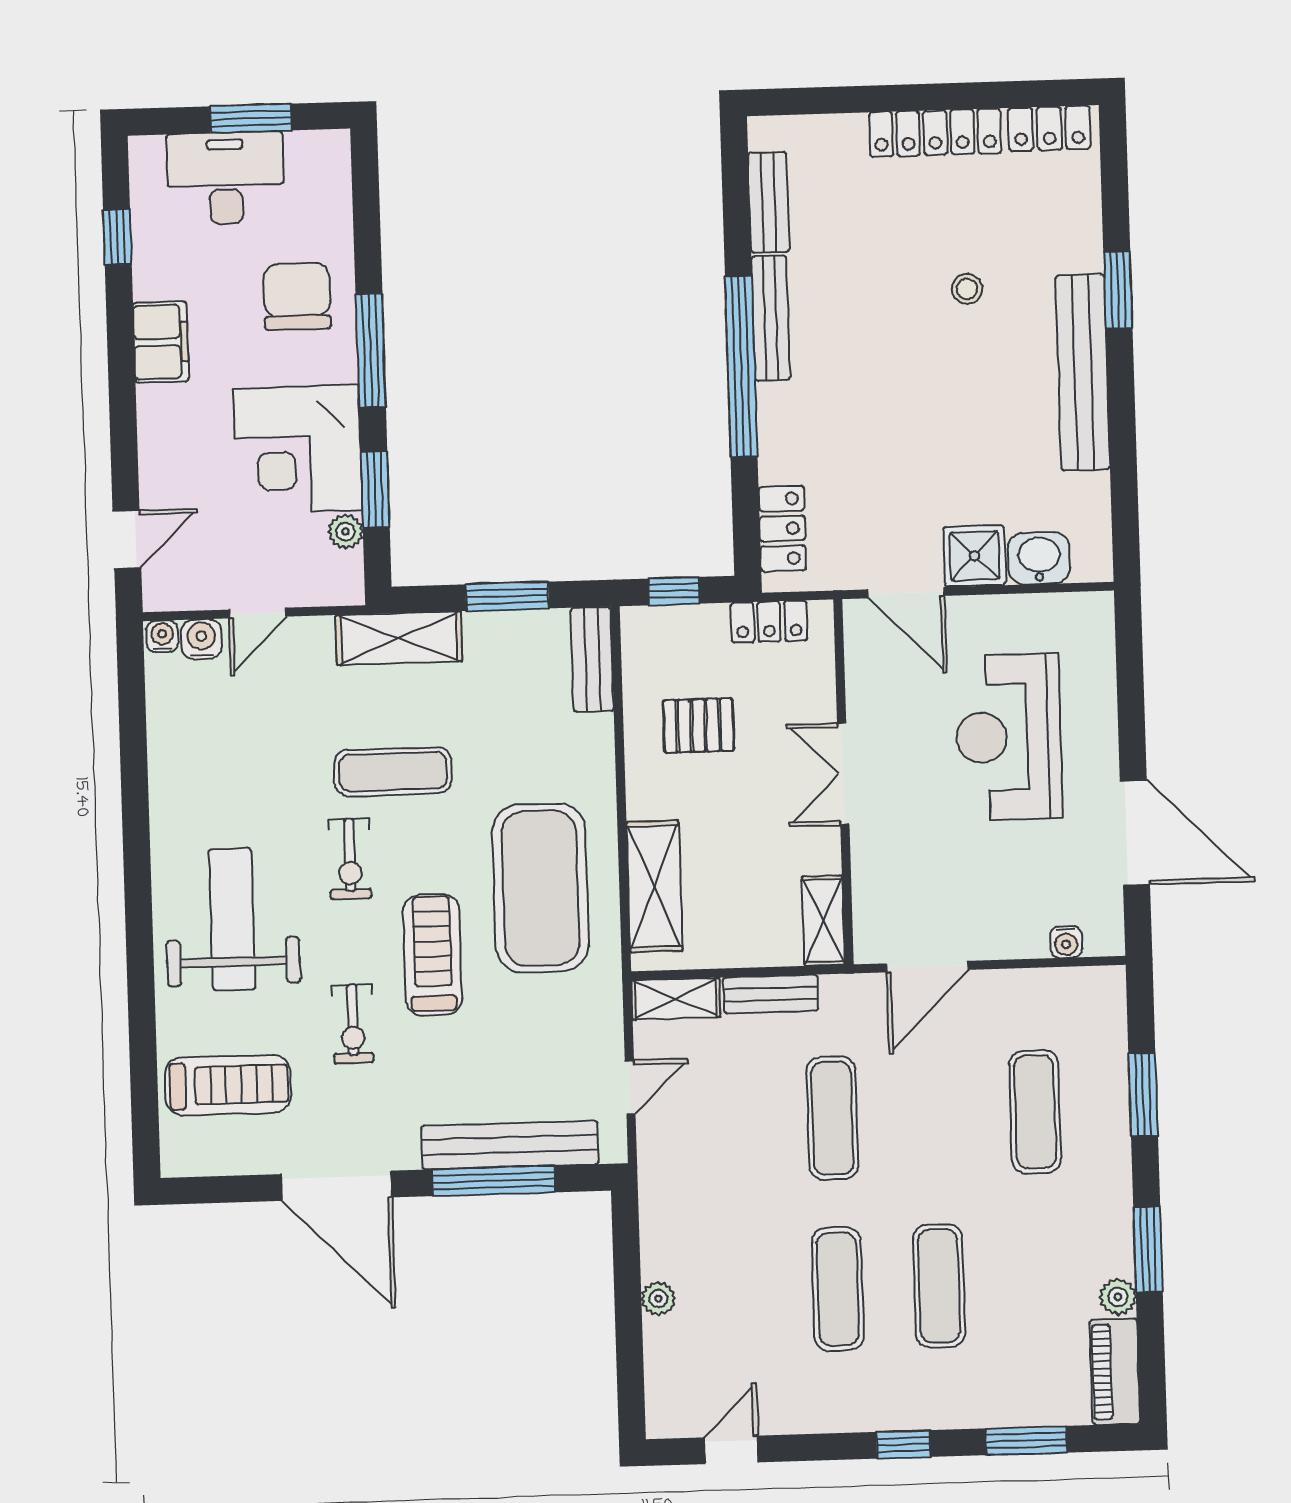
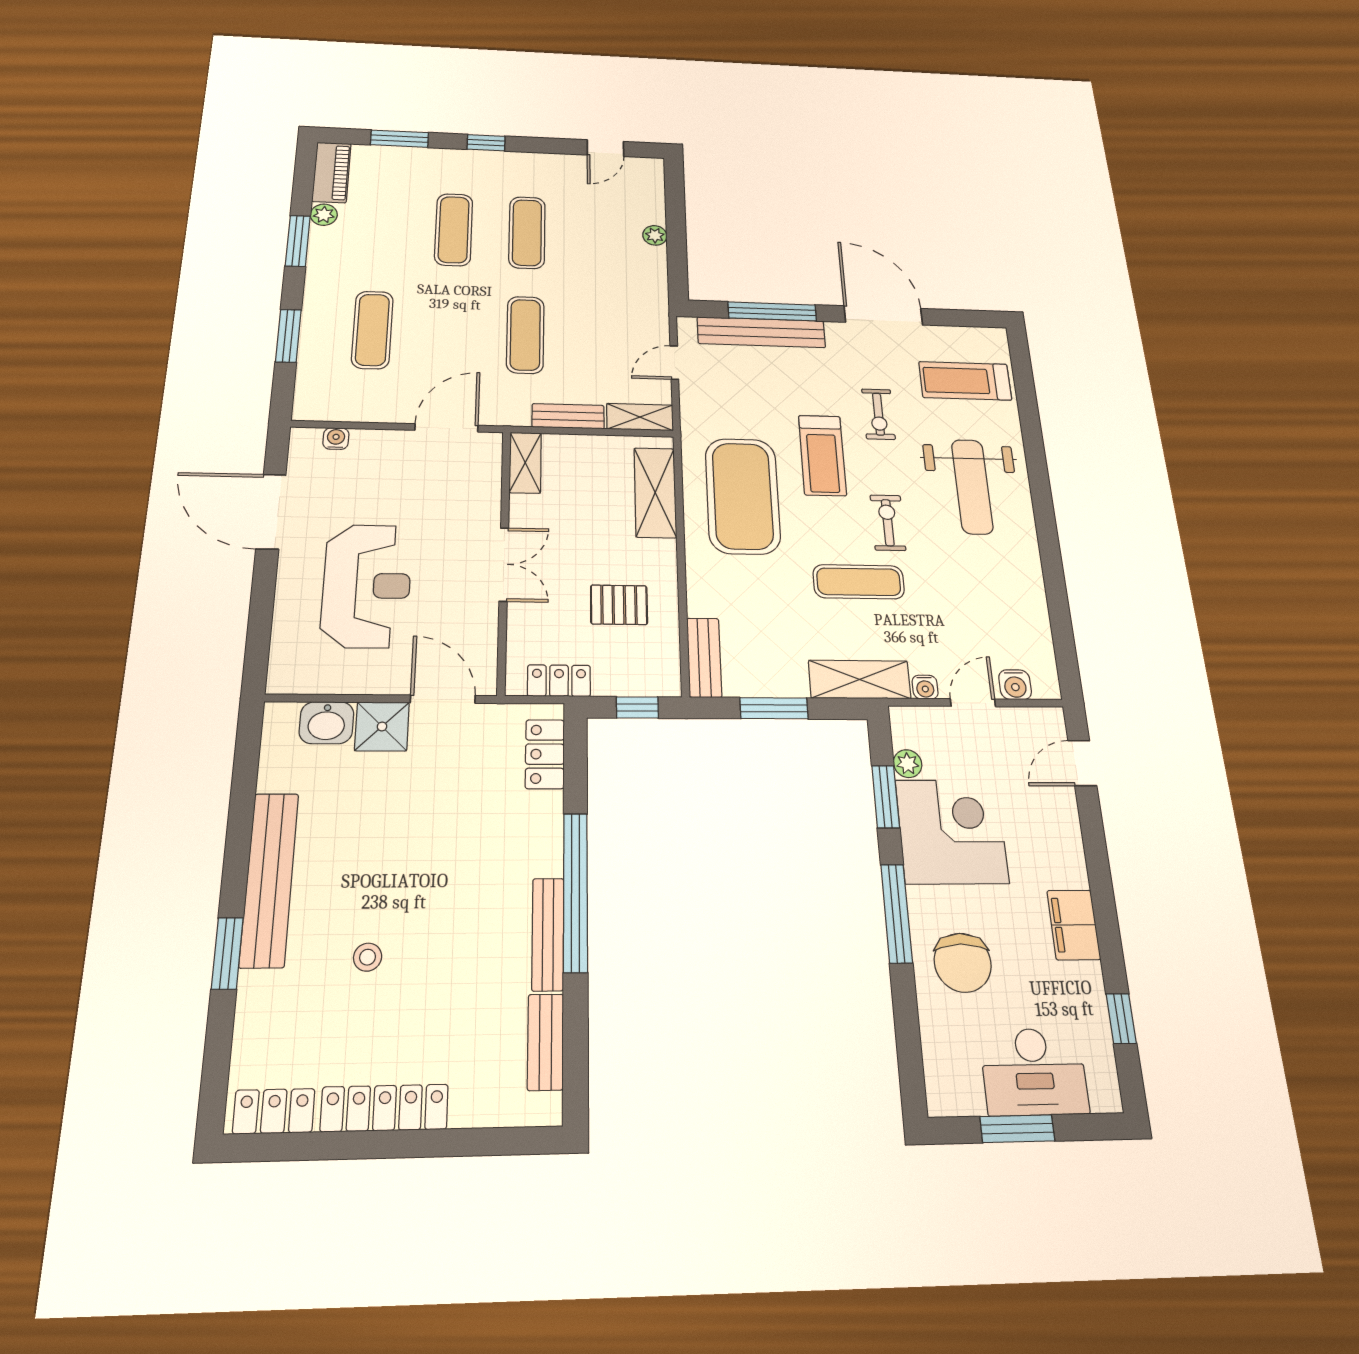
water cooler: (162, 636) -> (925, 687), moved
exercise bike: (353, 1024) -> (878, 414), turned 180

